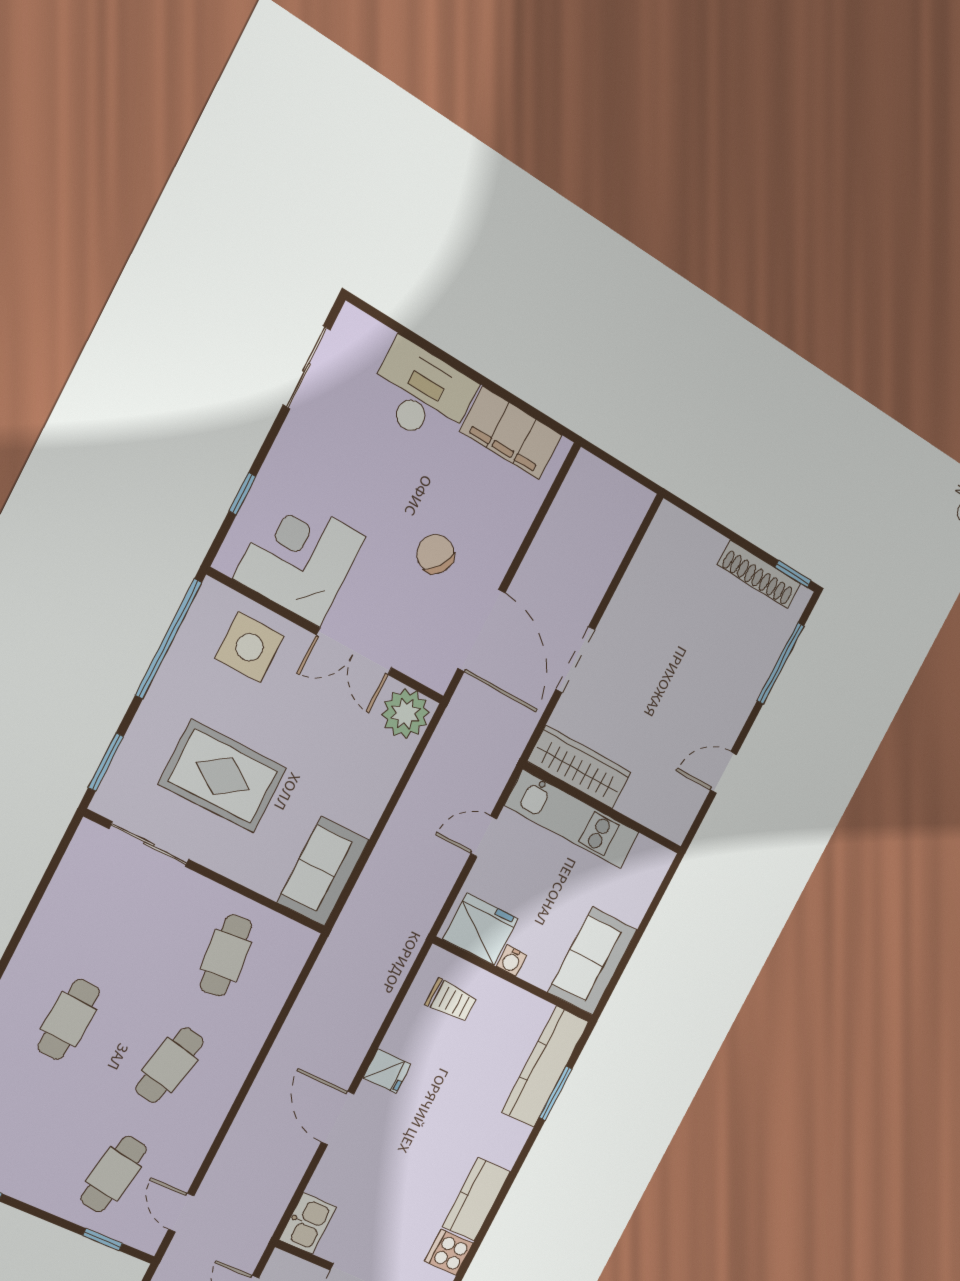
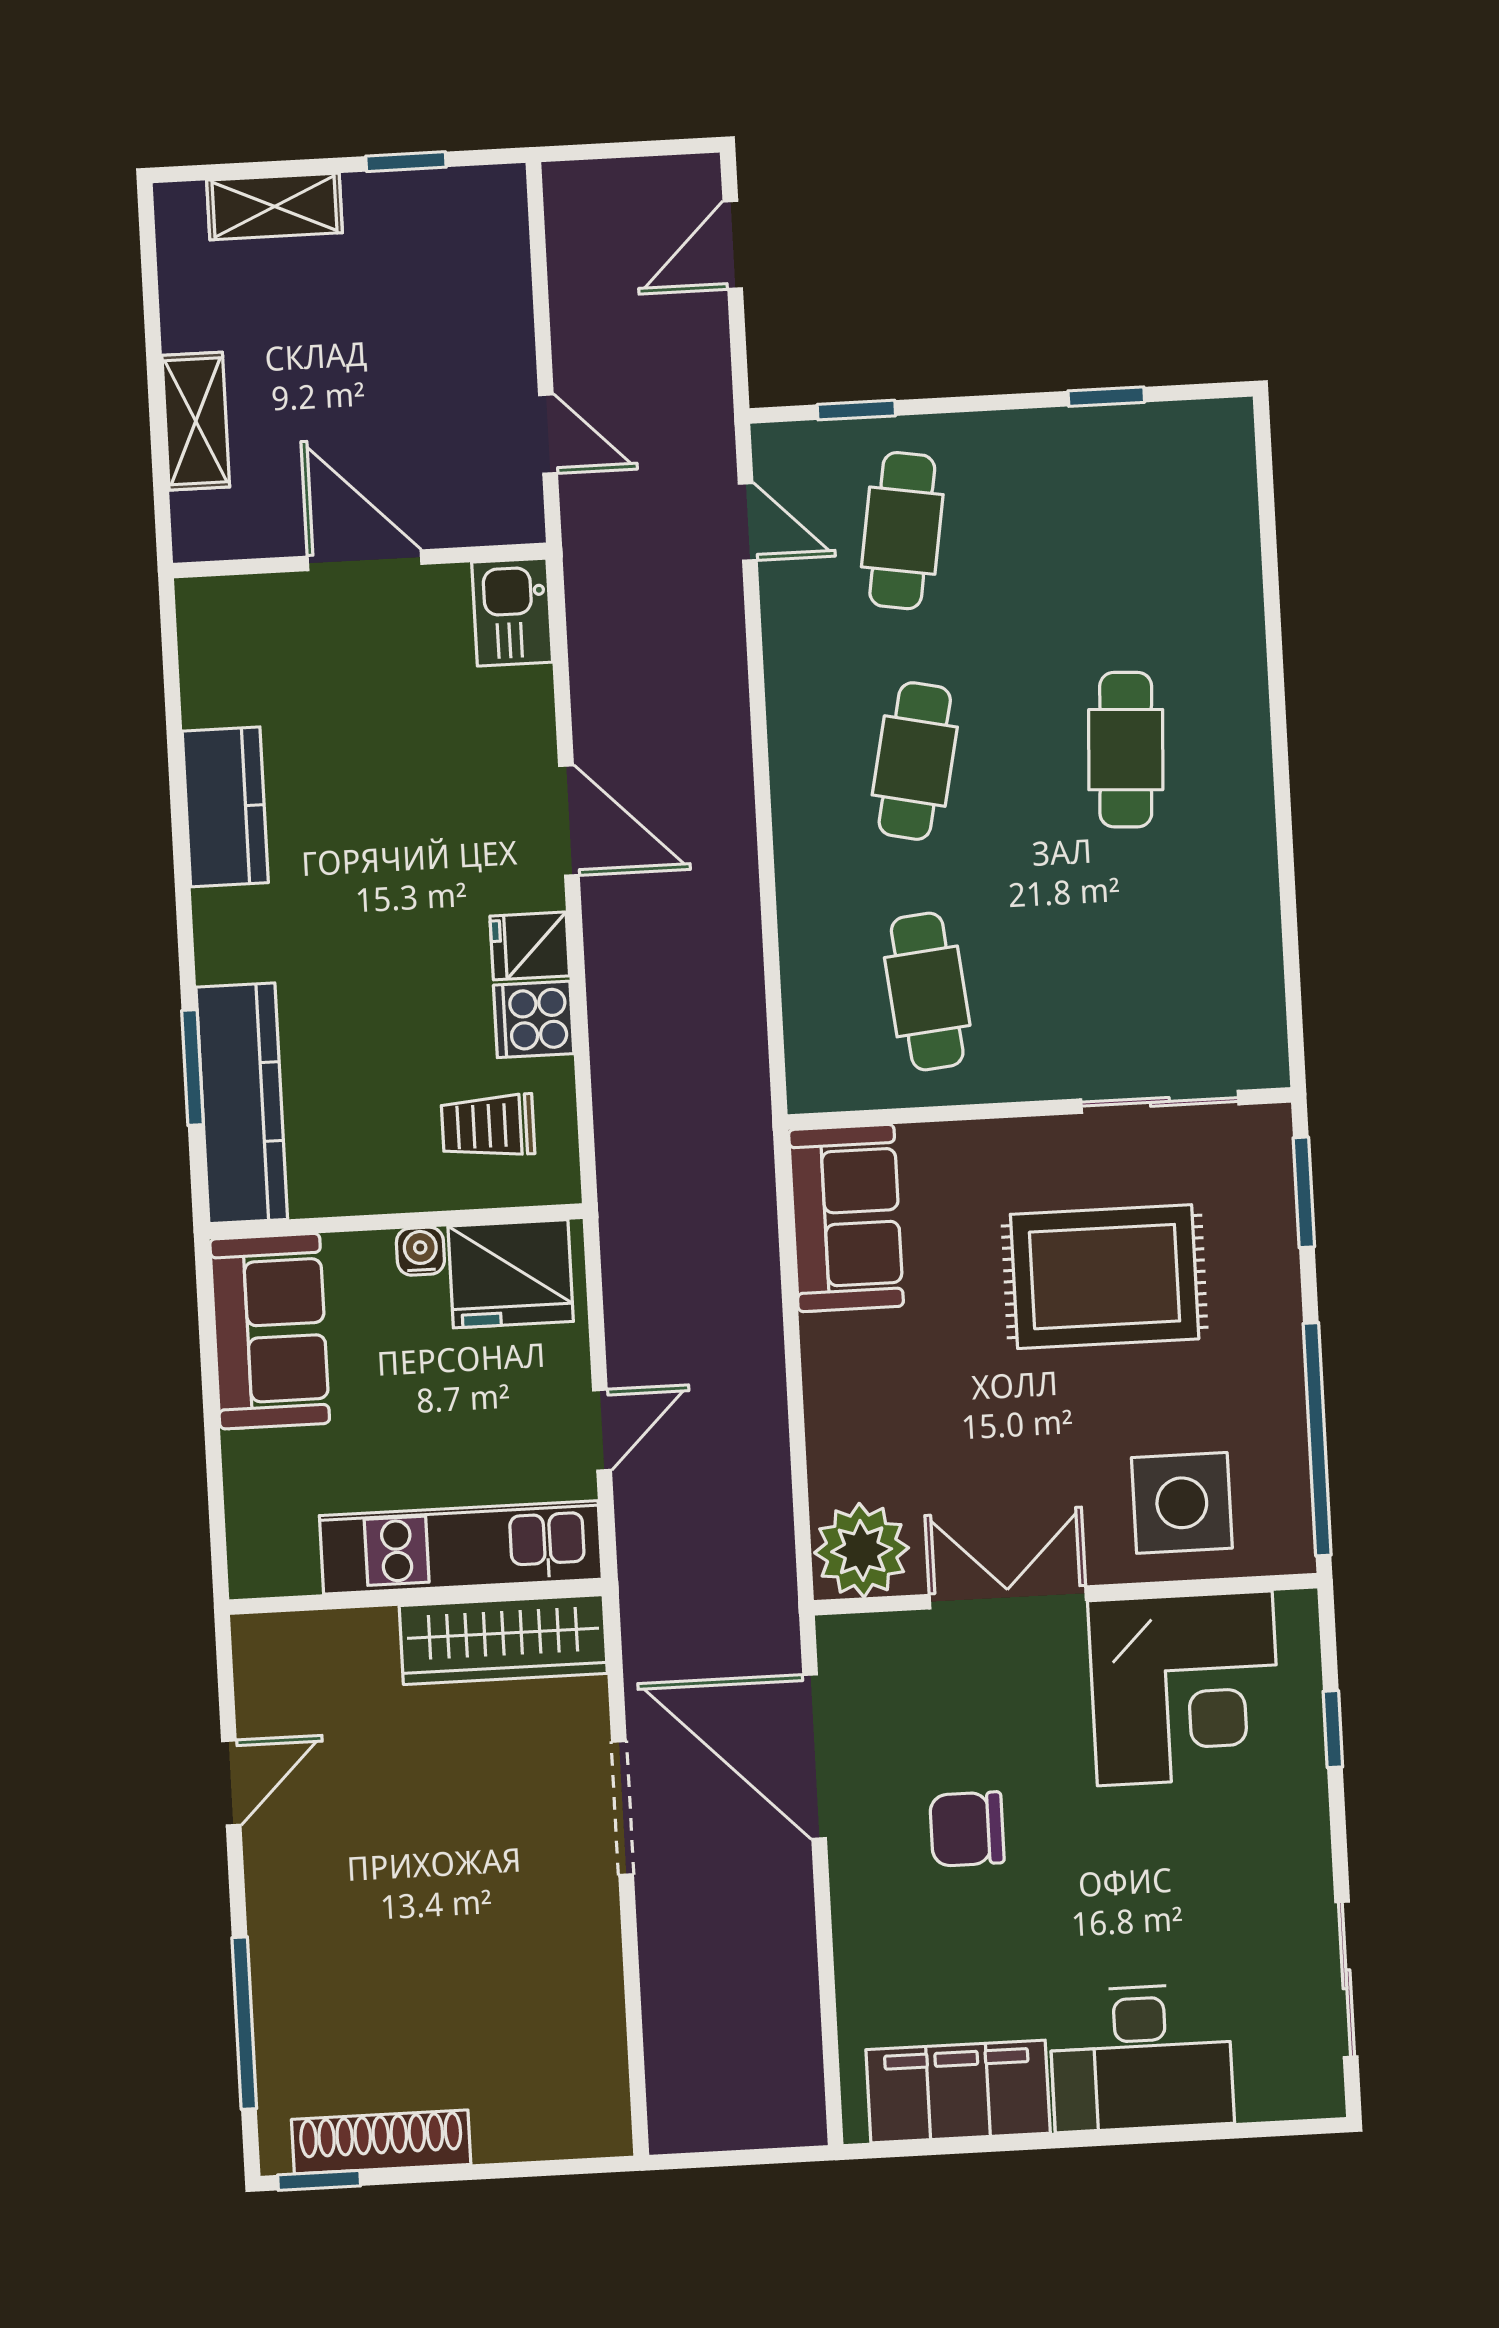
chair: (435, 554) -> (967, 1829), turned 145
cooker: (449, 1252) -> (534, 1019), moved, turned 180

